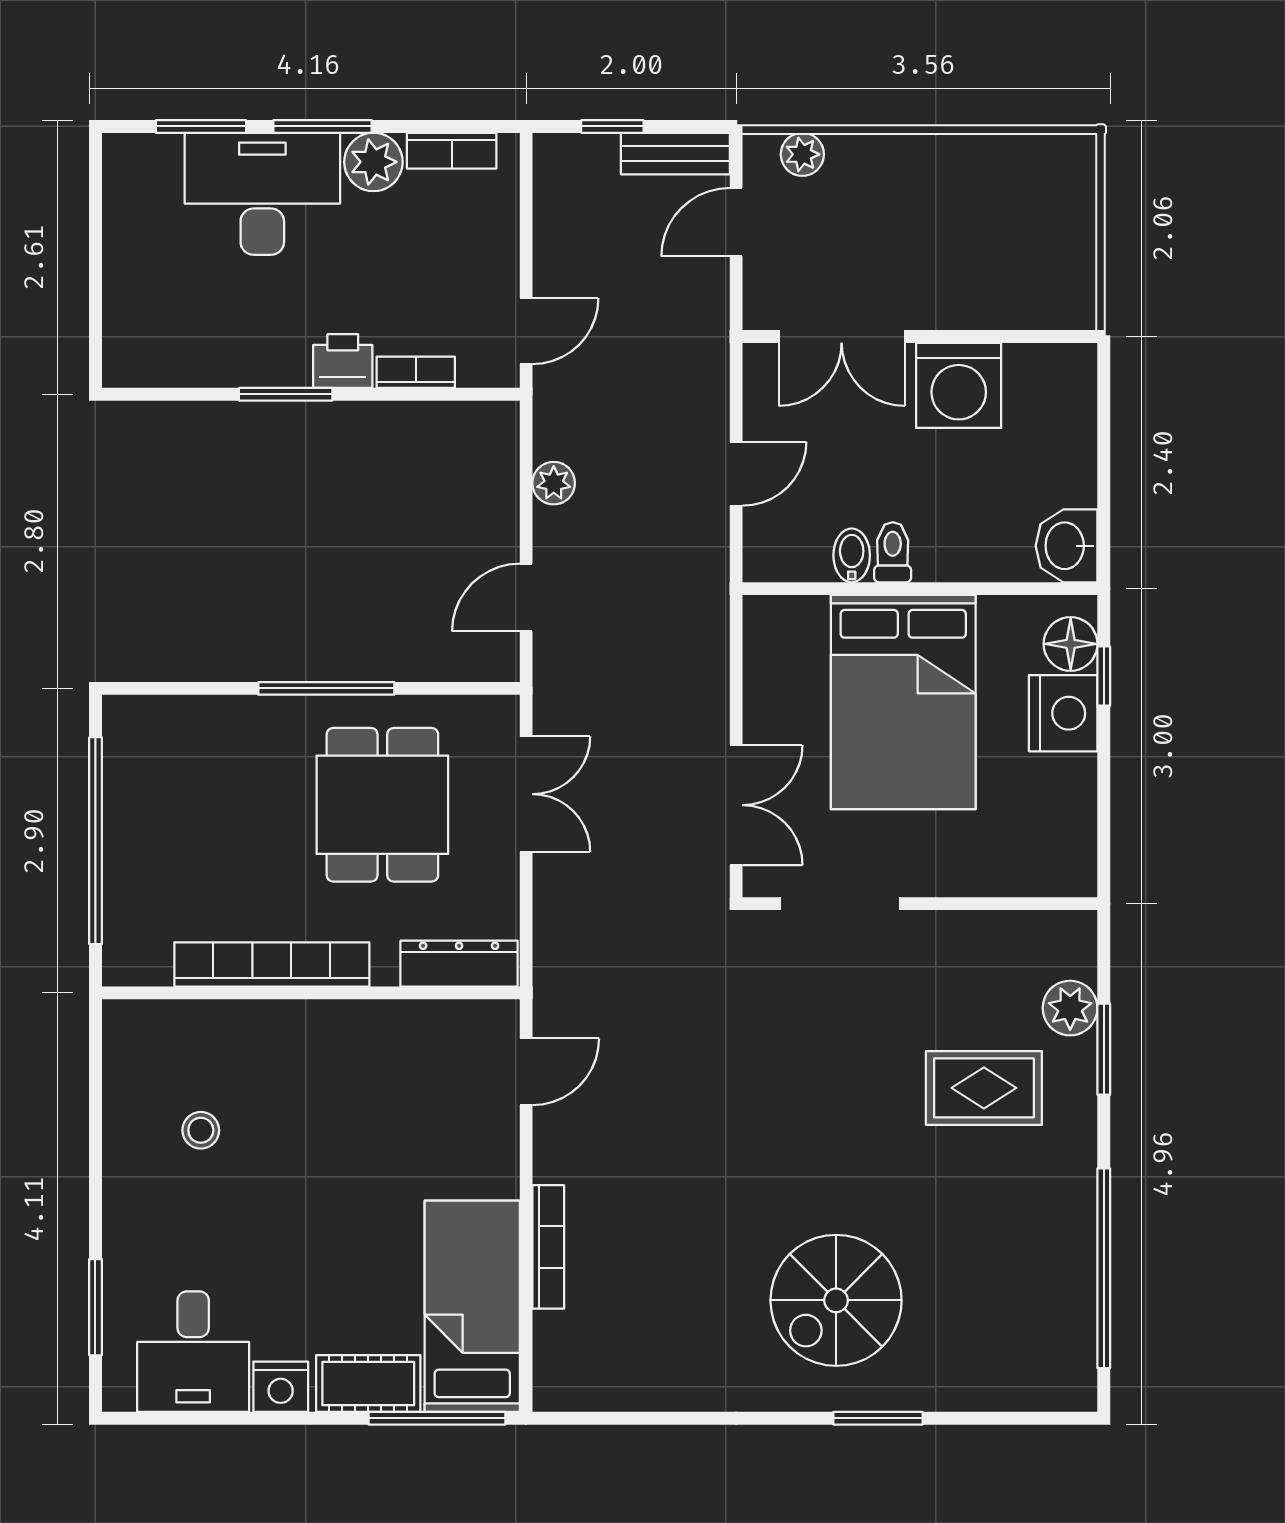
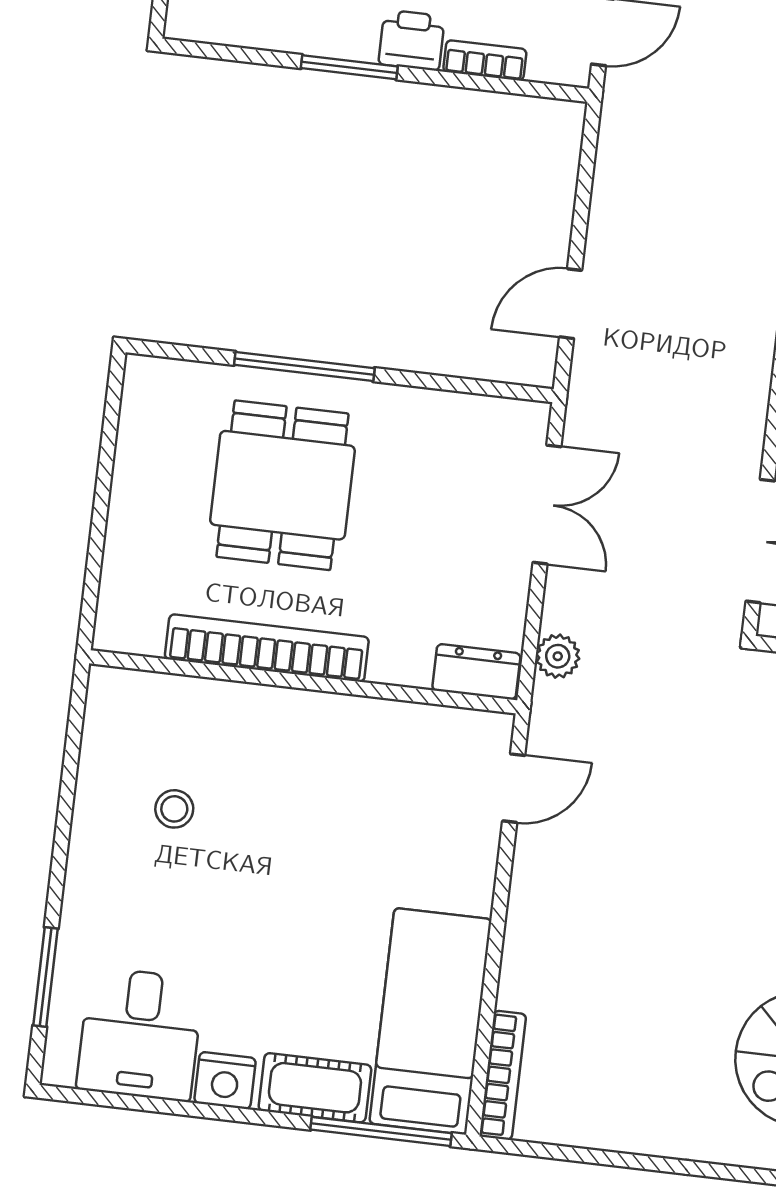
plant: (554, 483) -> (558, 656), moved
window: (326, 688) -> (304, 367), moved
dining table: (382, 805) -> (282, 485), moved
window: (95, 841) -> (101, 500), removed
dresser: (459, 964) -> (476, 672), width x0.70
bookcase: (548, 1247) -> (503, 1075), moved

